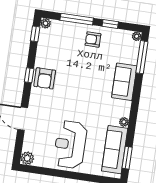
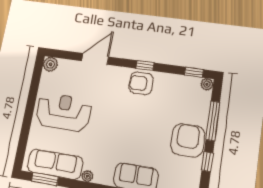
armchair: (93, 40) -> (188, 140), width x1.88, depth x1.88

